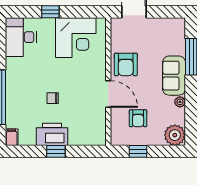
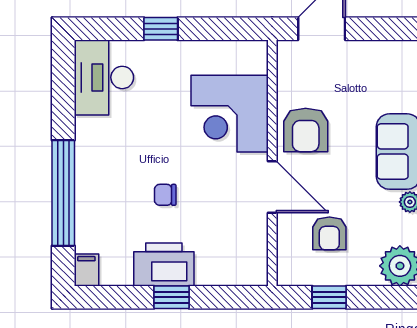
corner desk: (76, 38) -> (230, 114), moved, turned 90

